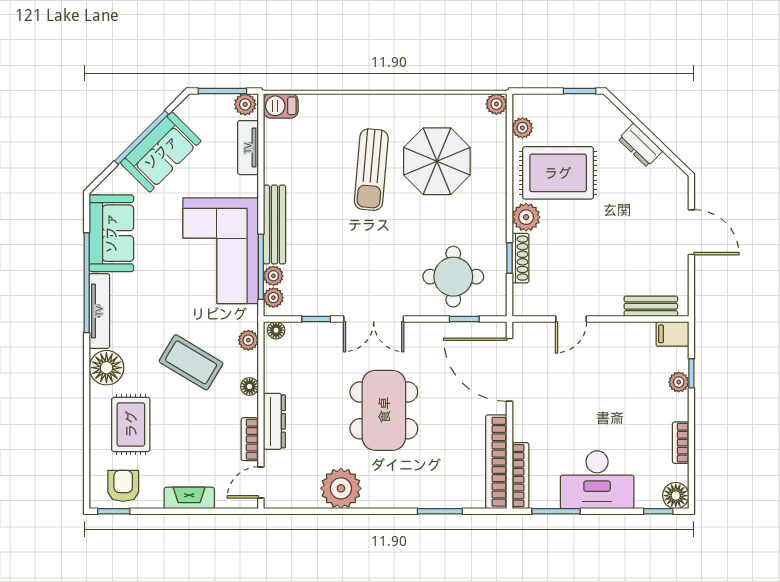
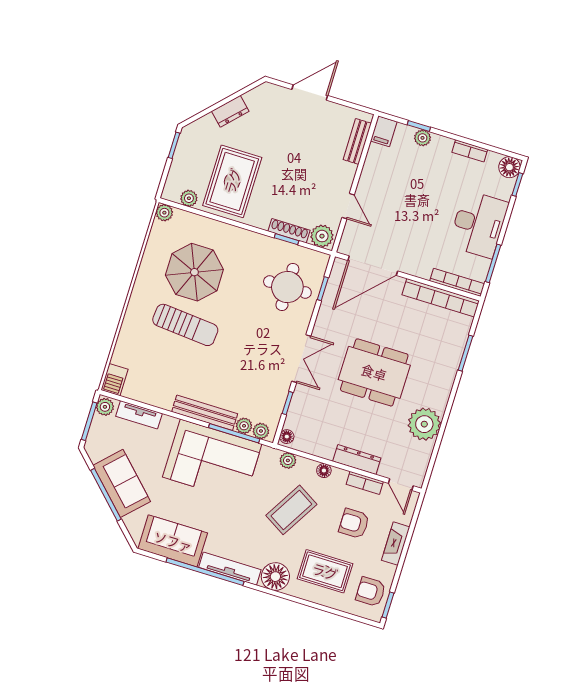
plant: (526, 217) -> (322, 236), moved
armchair: (198, 441) -> (354, 523), added

